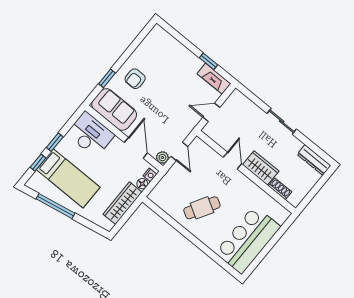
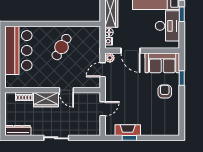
fireplace: (214, 79) -> (128, 130), moved
desk: (90, 134) -> (167, 26), moved, turned -90
door: (179, 151) -> (103, 70), hinge flipped

